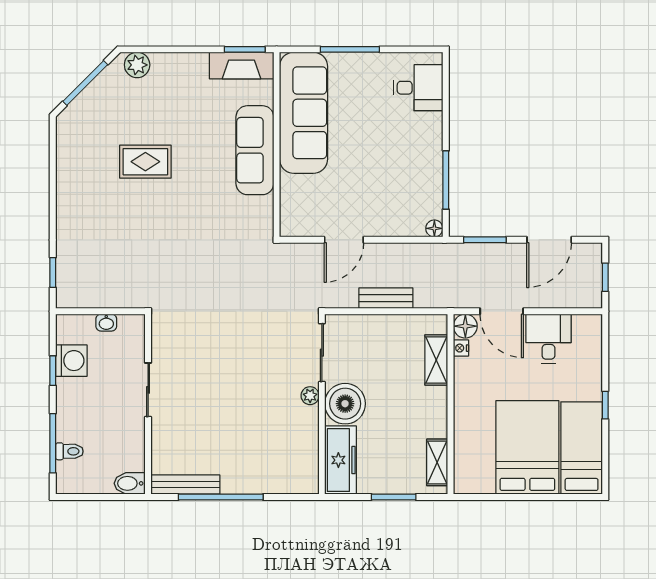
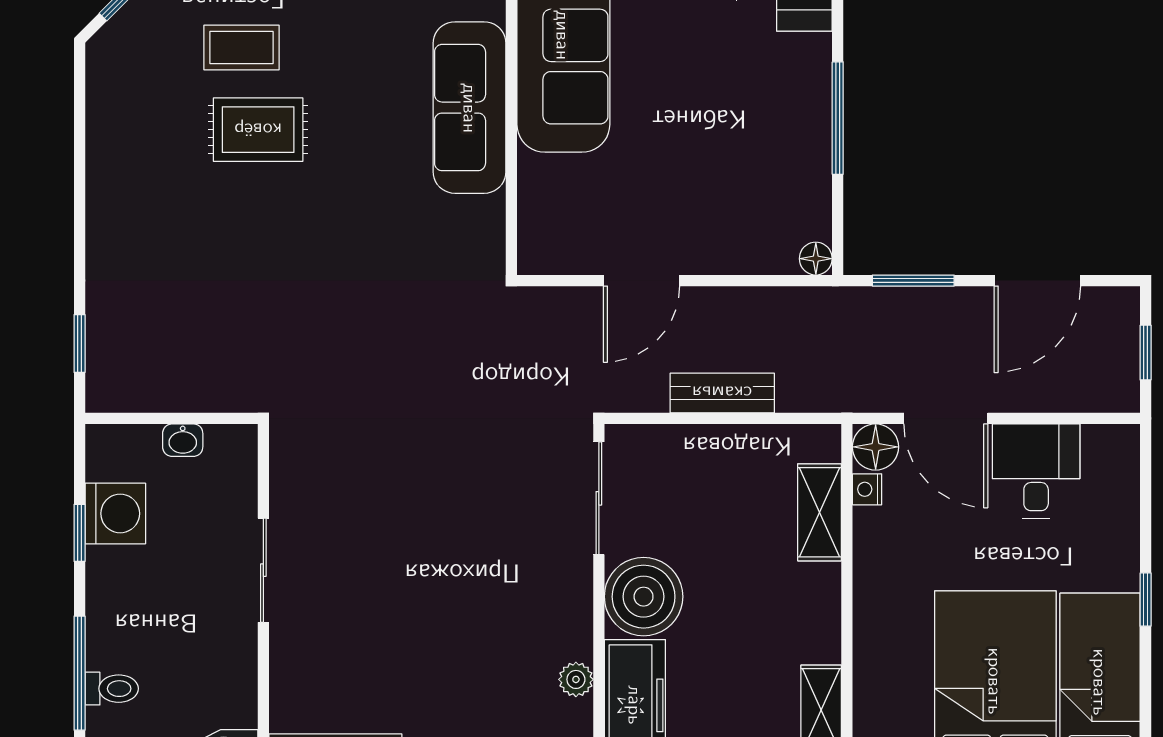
coffee table: (137, 119) -> (241, 48), added
window: (446, 180) -> (838, 118), moved
plant: (310, 396) -> (576, 679), moved

